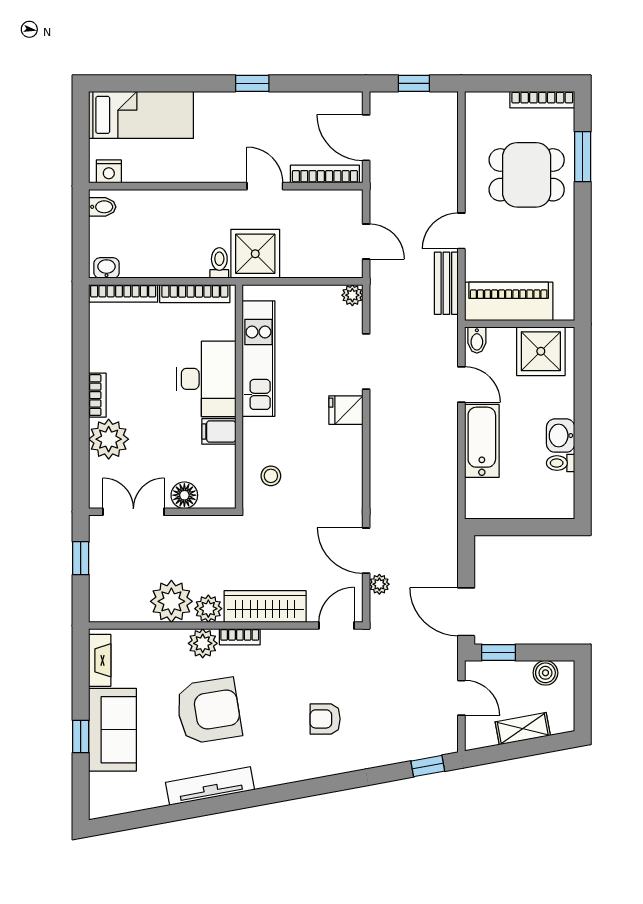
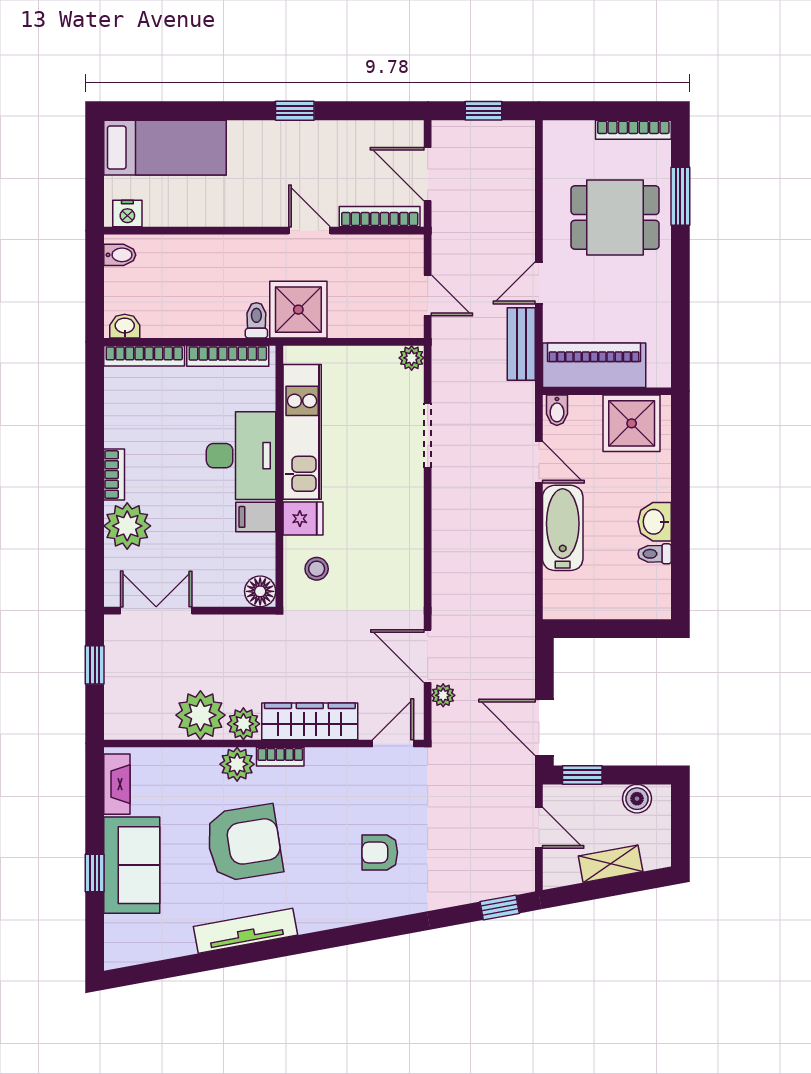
fridge: (346, 410) -> (303, 519), moved, turned 180
floor lamp: (184, 495) -> (260, 591), moved

